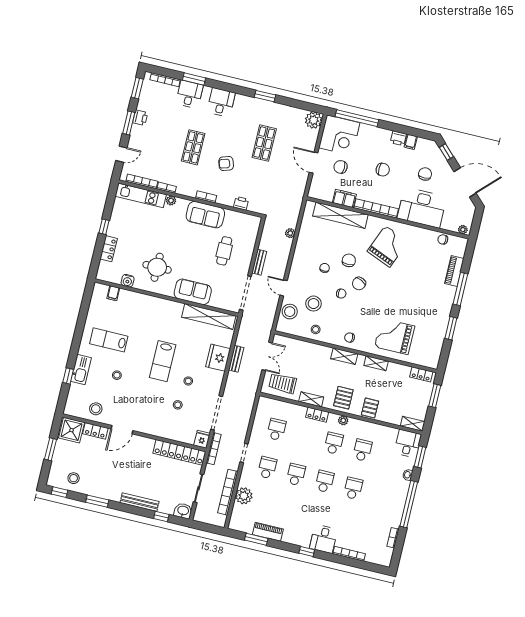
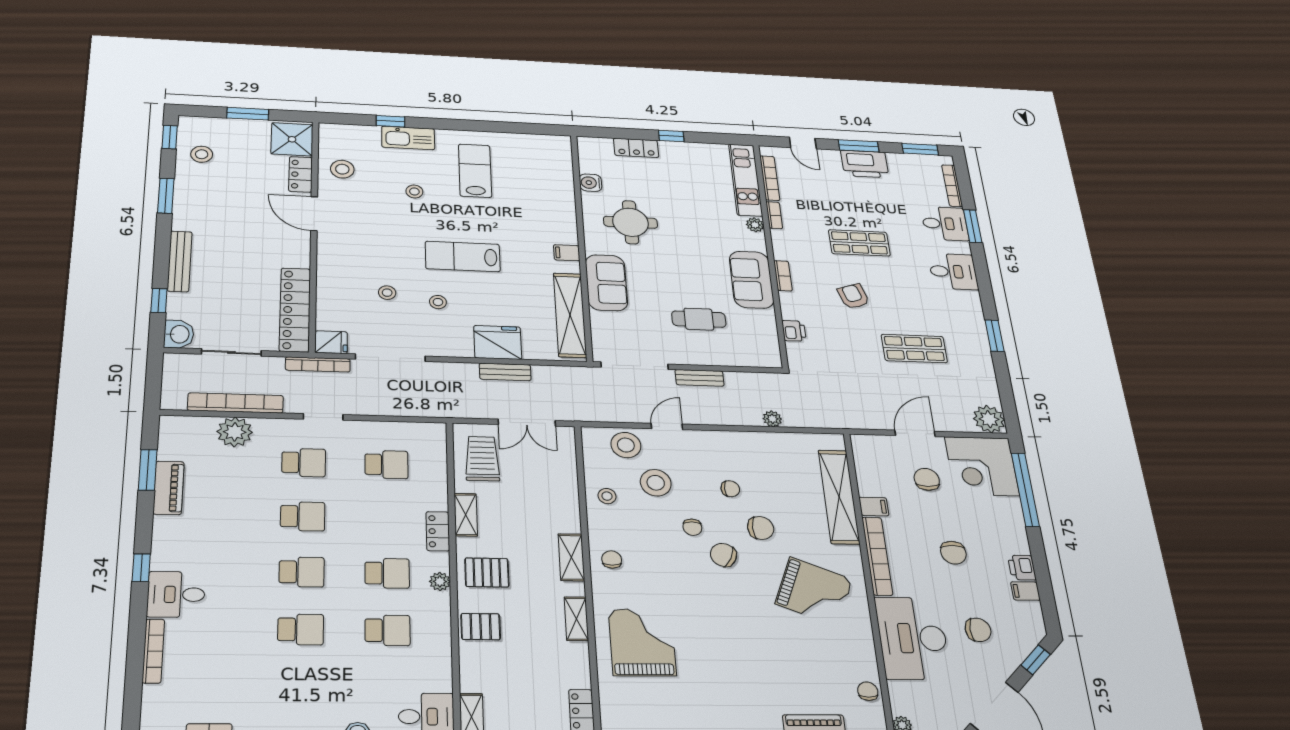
printer: (140, 118) -> (865, 164), width x1.87, depth x1.48
filing cabinet: (344, 199) -> (874, 506), width x0.50
filing cabinet: (113, 293) -> (567, 253), moved

